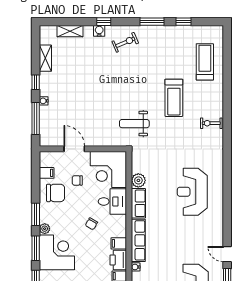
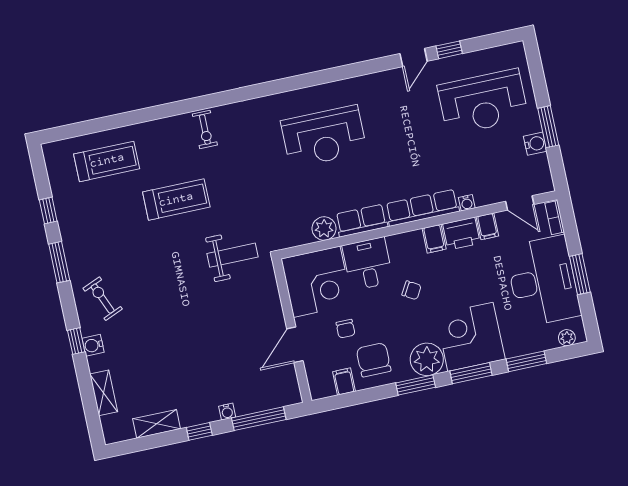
treadmill: (205, 62) -> (107, 161), turned 180
weight bench: (134, 124) -> (232, 255), turned -90
plant: (45, 229) -> (427, 359), width x1.87, depth x1.87

